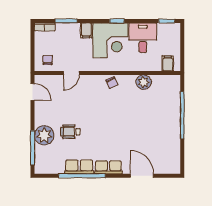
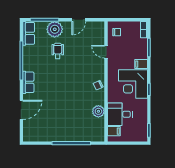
desk: (143, 38) -> (120, 114), moved, turned 180
door: (33, 92) -> (79, 20), moved
row of seats: (79, 167) -> (29, 33), moved

